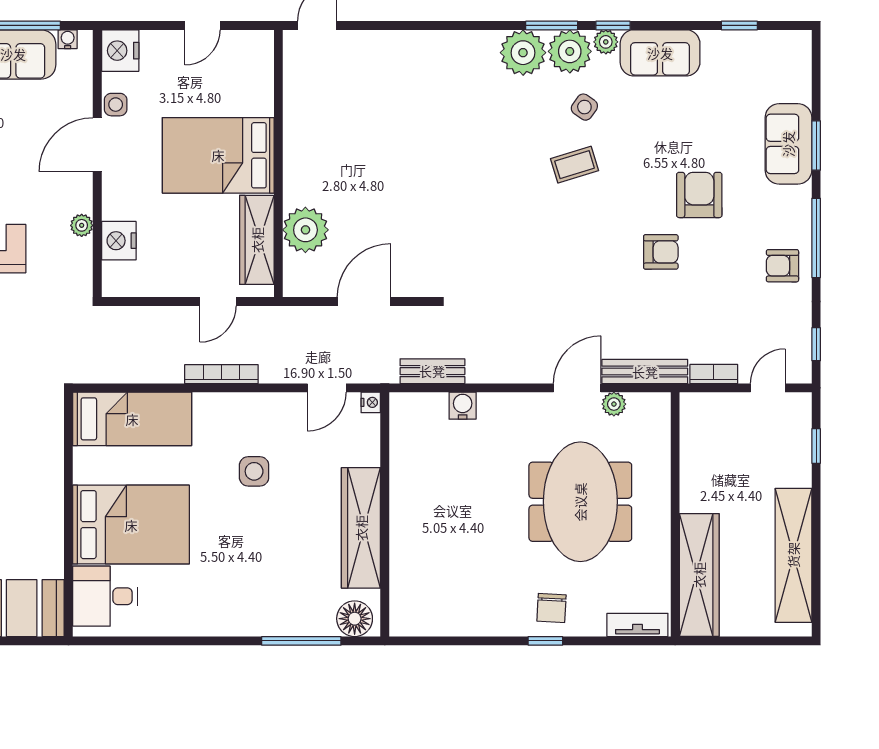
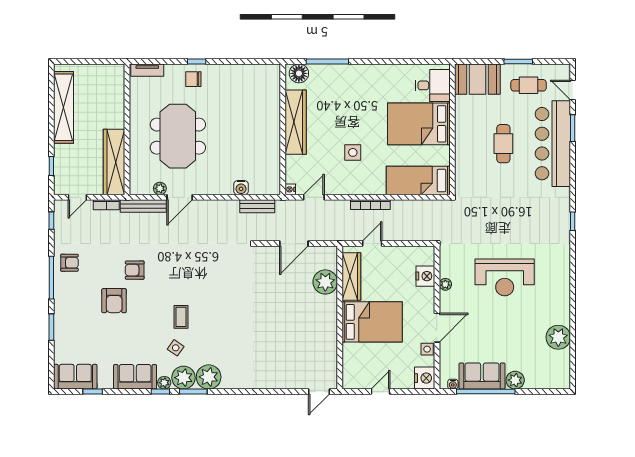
sofa: (788, 144) -> (75, 377), moved, turned -90
coffee table: (575, 165) -> (181, 317), turned -73
wardrobe: (699, 575) -> (114, 162), moved
chair: (551, 608) -> (193, 79), turned -93

